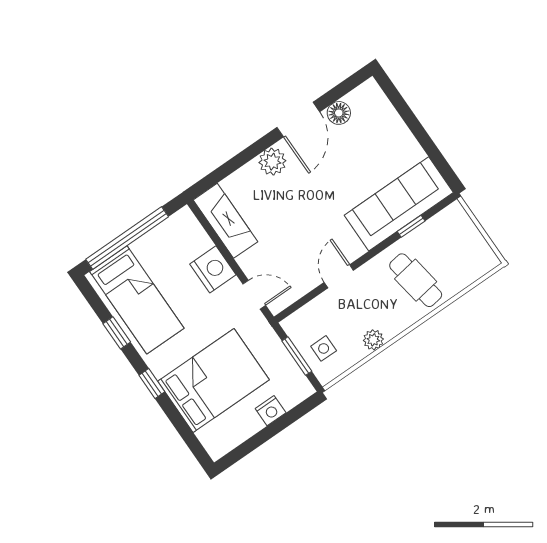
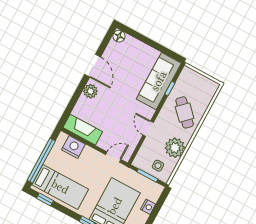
floor lamp: (339, 113) -> (119, 36), moved
nightstand: (213, 269) -> (73, 147), moved
cafe table: (416, 280) -> (185, 112), turned 55
window: (117, 333) -> (45, 199), moved
plant: (373, 340) -> (175, 148), width x1.87, depth x1.87

